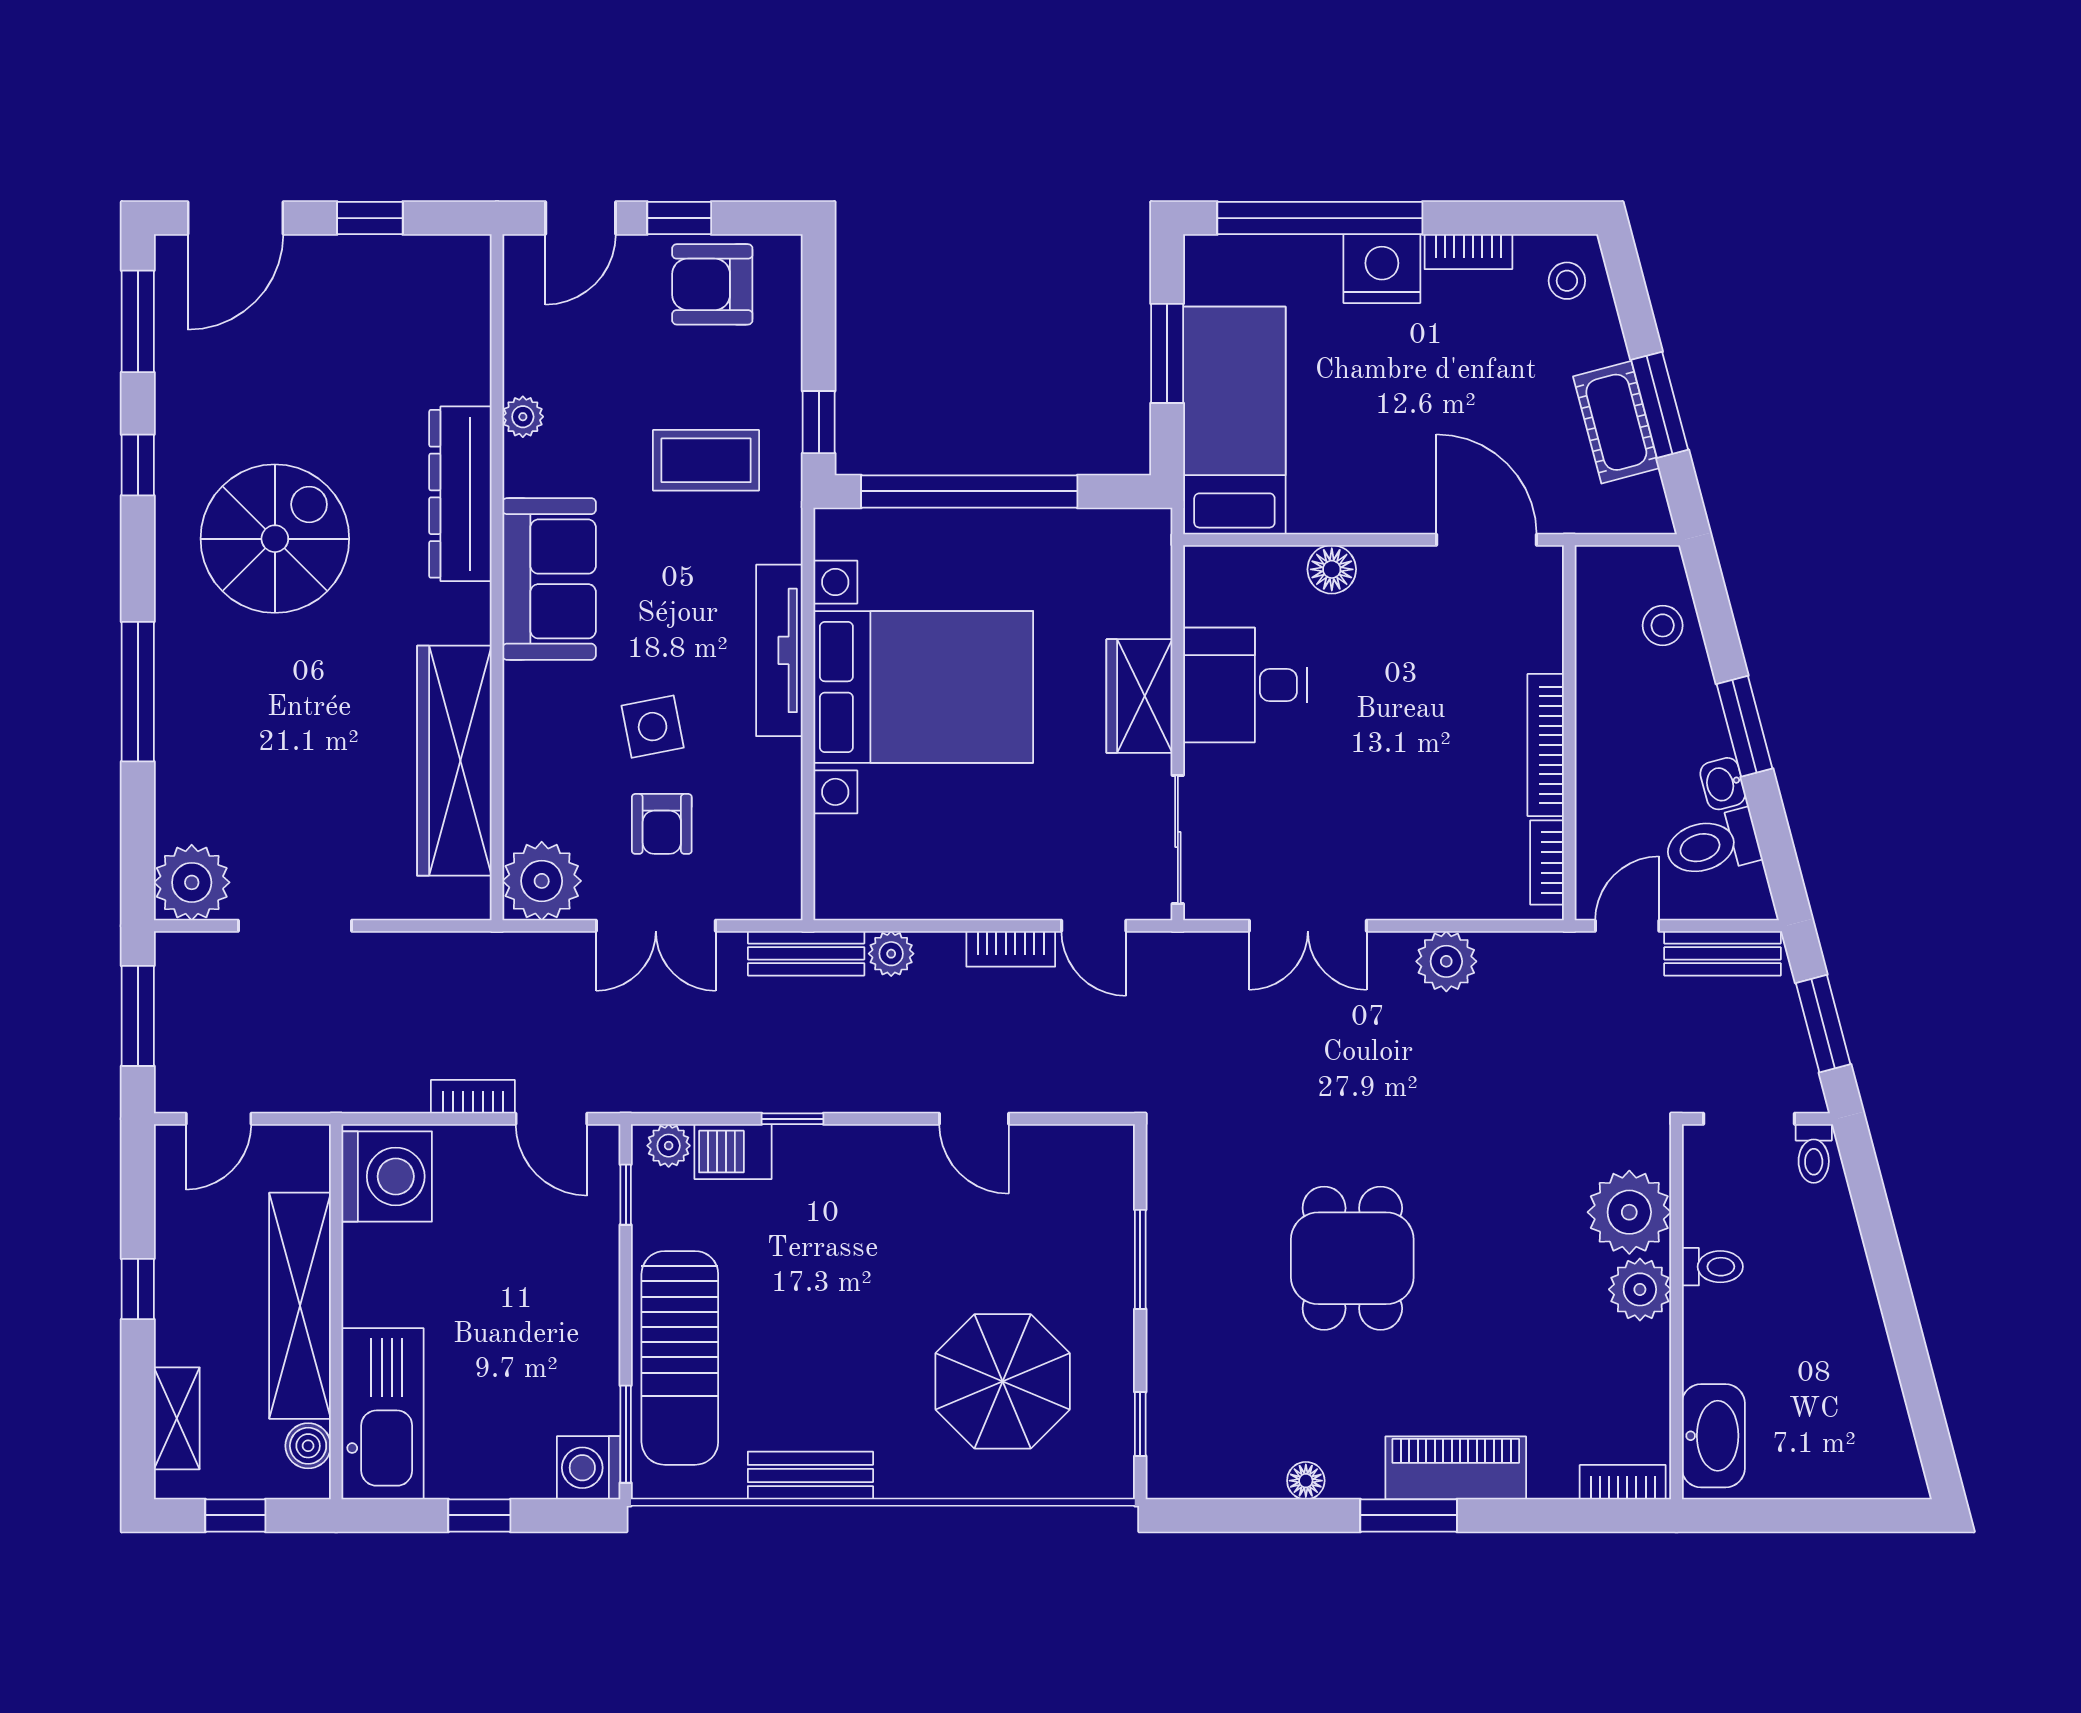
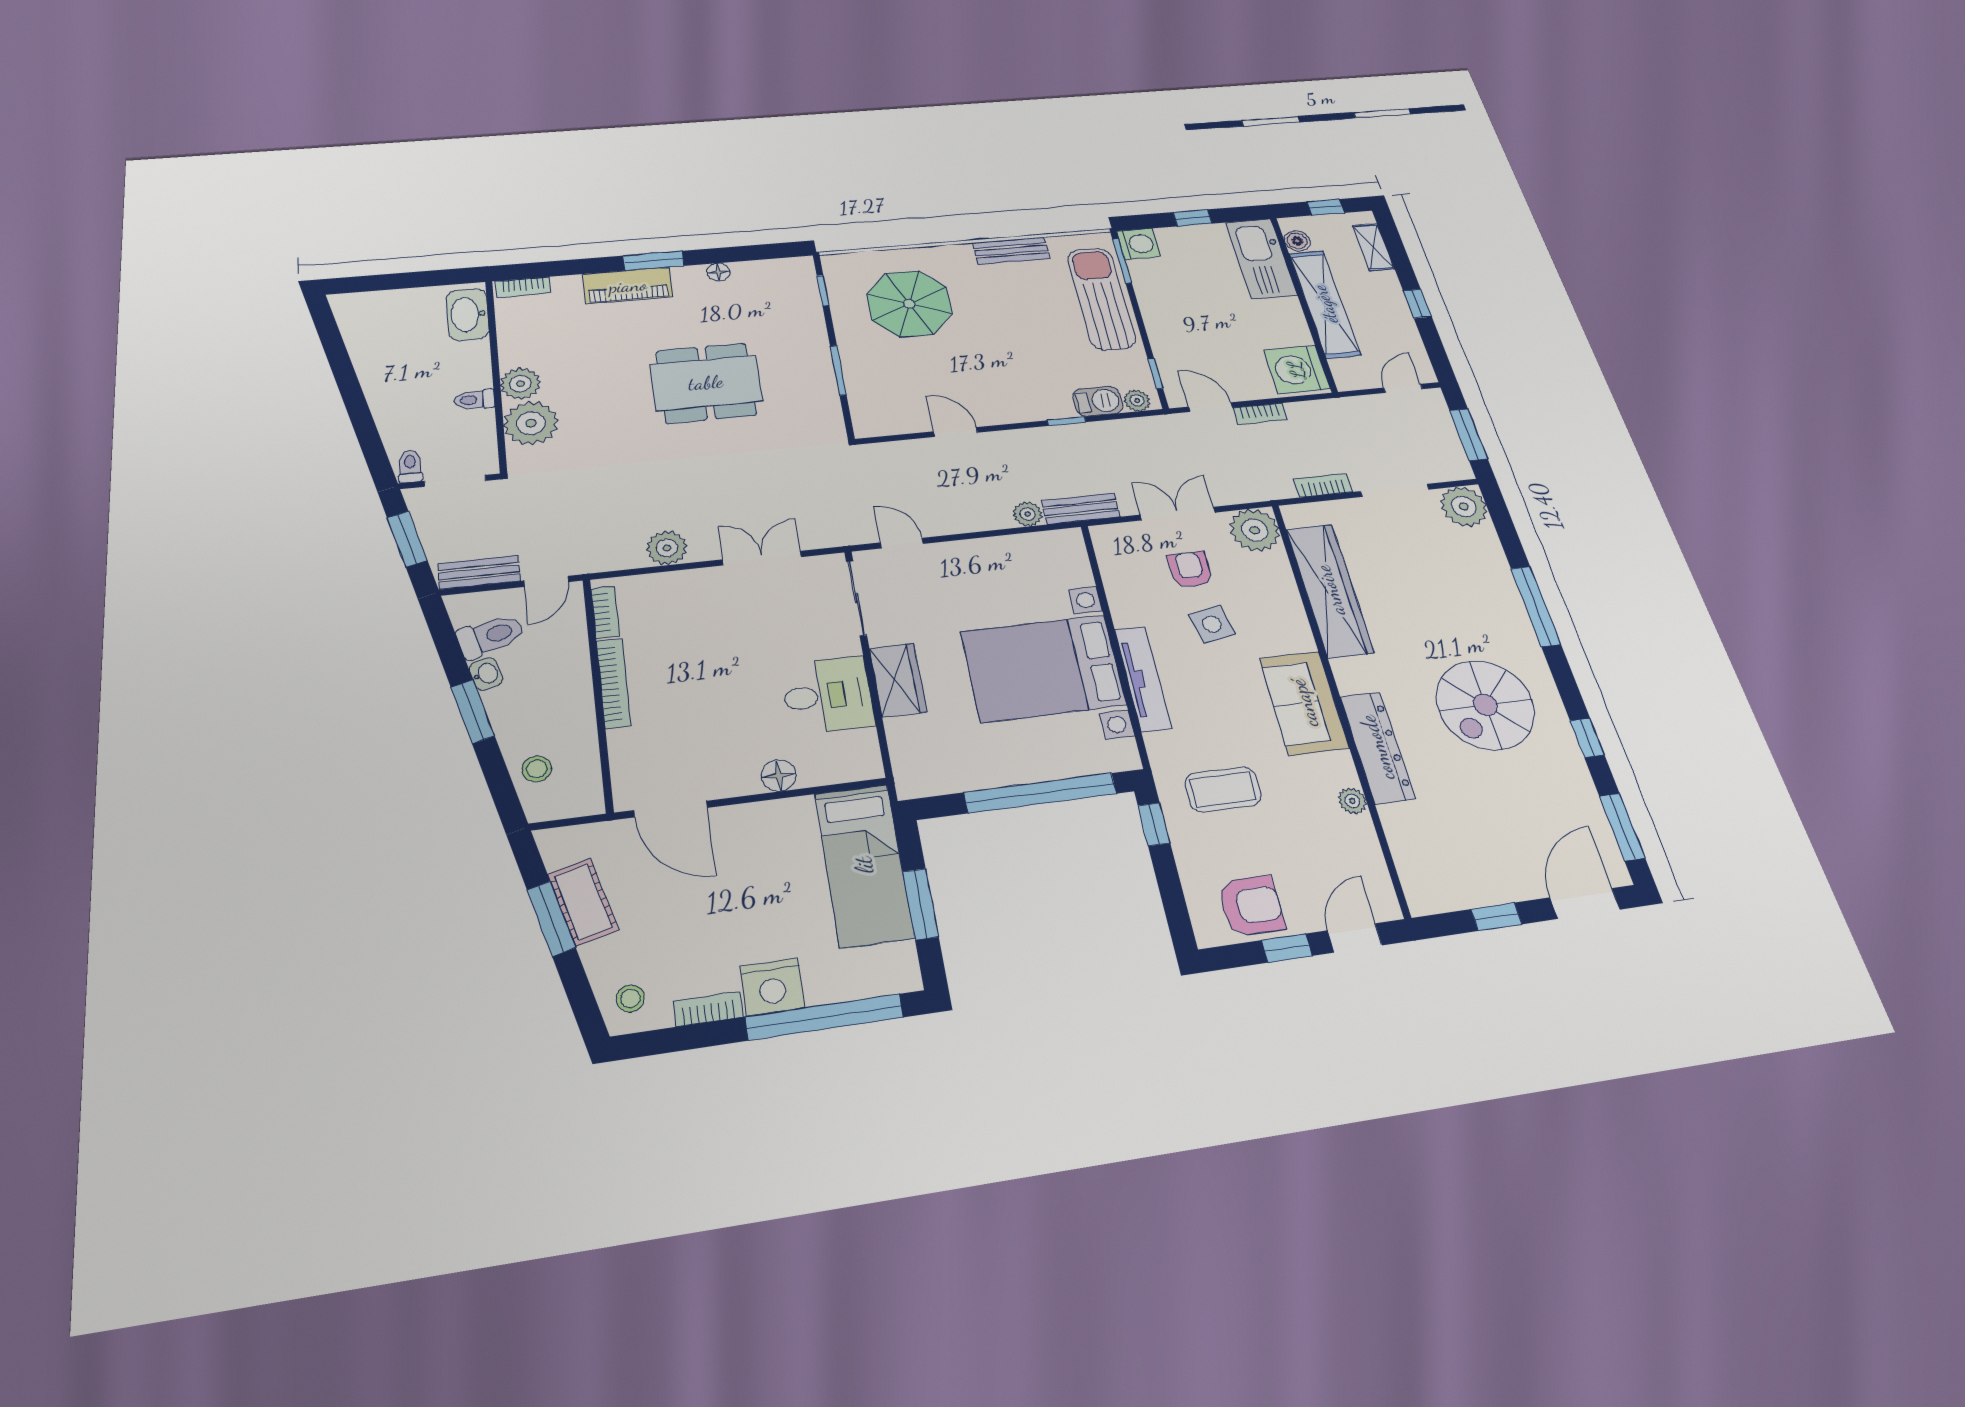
bookcase: (1011, 949) -> (1323, 485), moved
dining table: (1352, 1258) -> (706, 383), width x1.37

